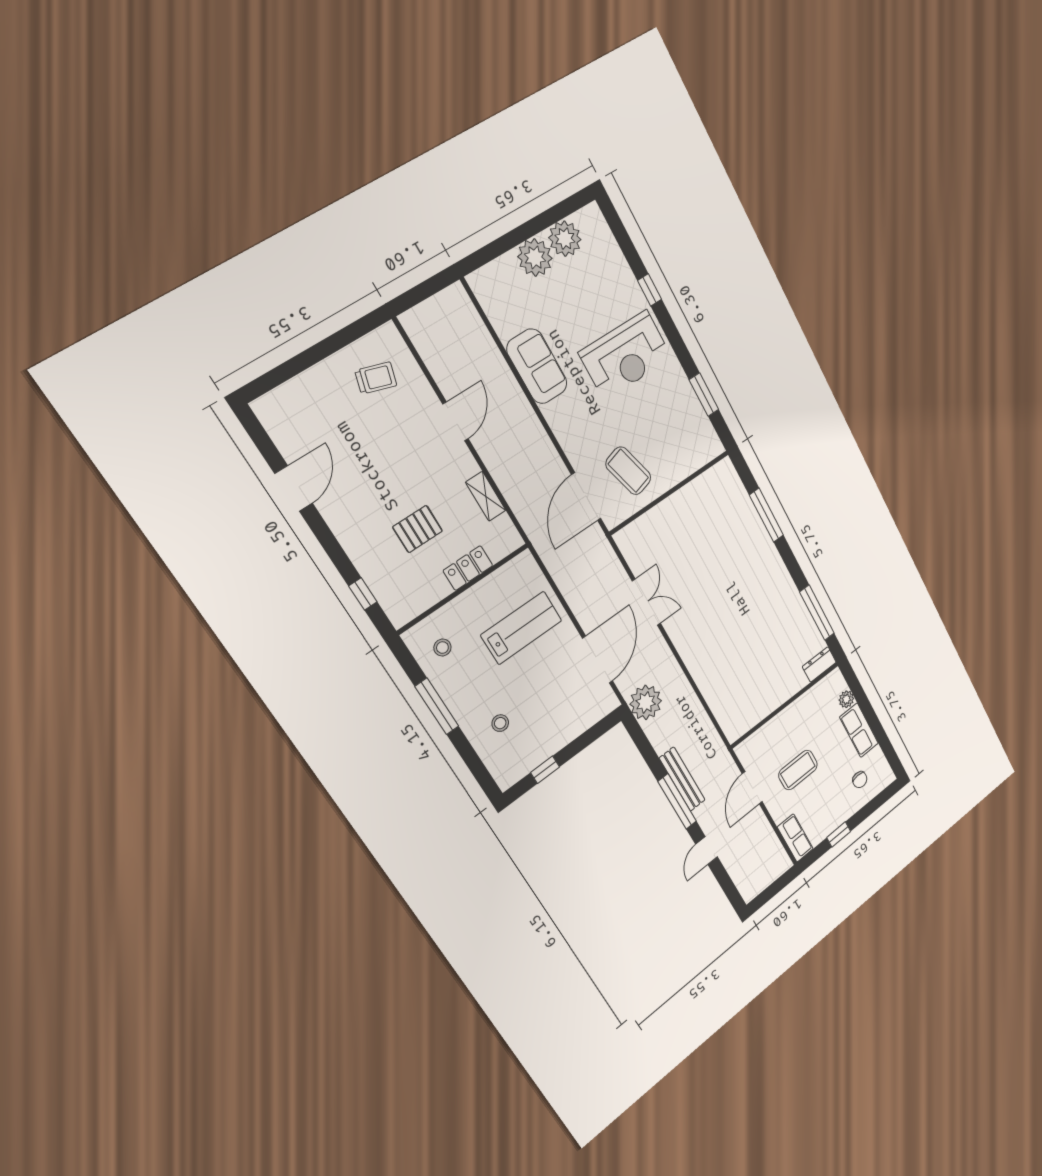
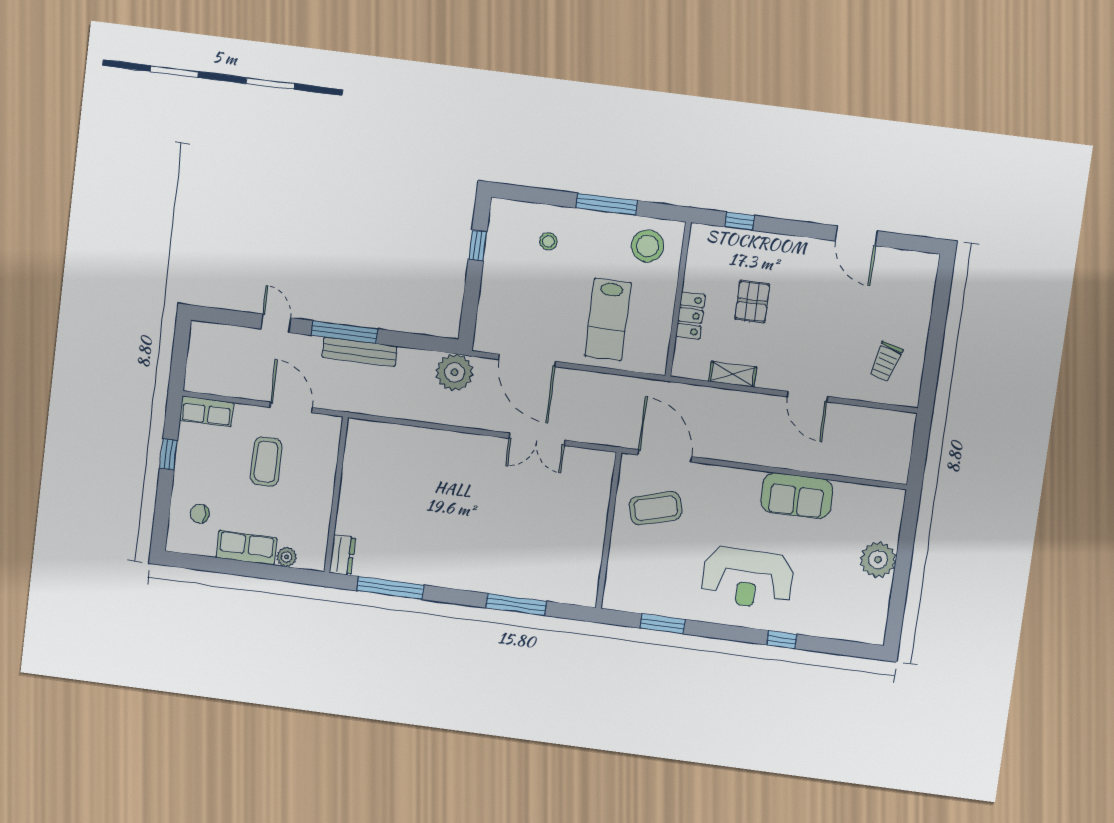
plant: (565, 239) -> (874, 596), removed
reception desk: (626, 355) -> (747, 578), turned -90
stool: (442, 648) -> (648, 246), width x1.89, depth x1.89

